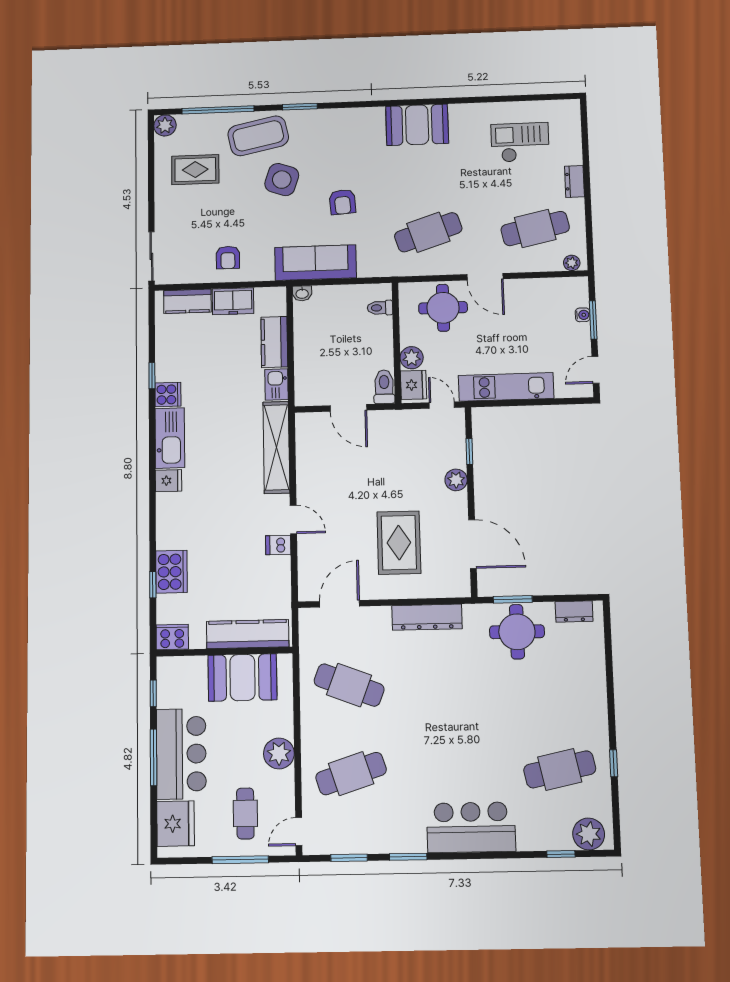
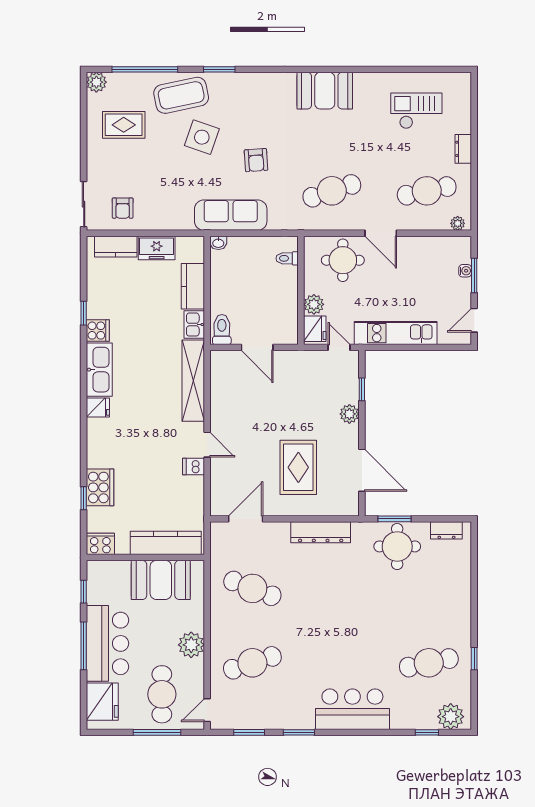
armchair: (228, 258) -> (123, 208), moved
toilet: (384, 387) -> (222, 330), moved
cafe table: (245, 813) -> (162, 694), width x1.37, depth x1.35

